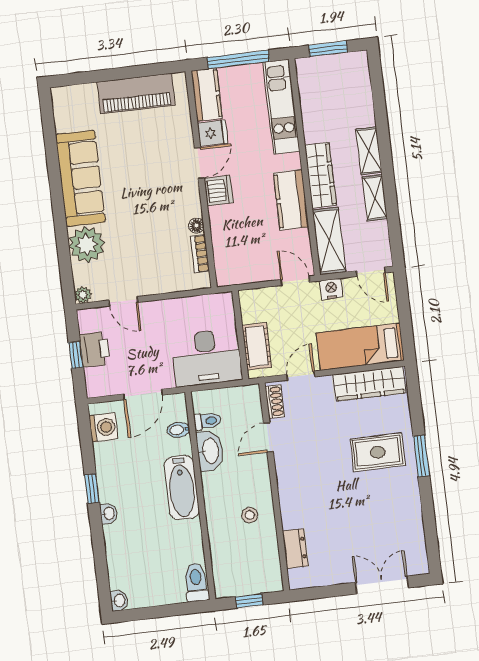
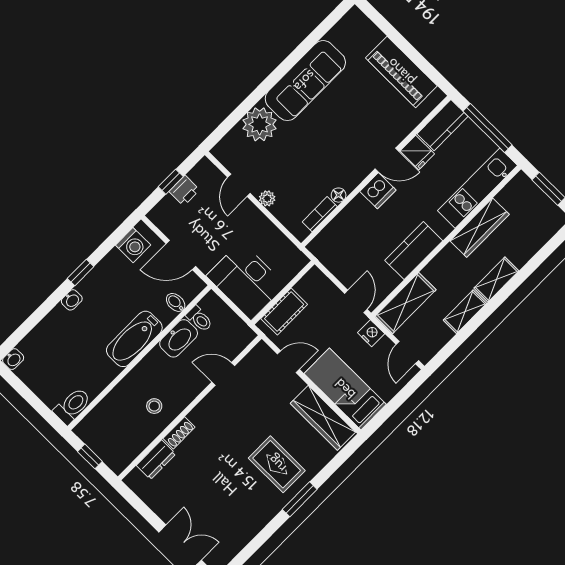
wardrobe: (320, 175) -> (480, 228), moved
plant: (83, 295) -> (267, 198), moved
printer: (95, 349) -> (184, 191), width x0.73, depth x0.81
shoe rack: (275, 402) -> (179, 433), moved

